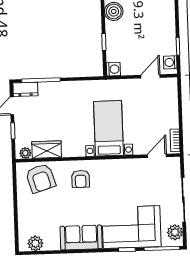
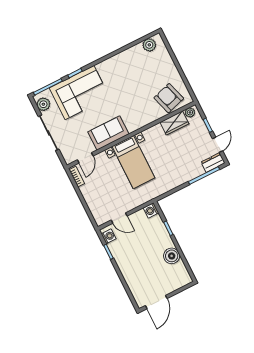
door: (150, 76) -> (119, 218), hinge flipped
armchair: (81, 179) -> (137, 112), removed
sofa: (81, 238) -> (108, 133), moved, turned 180

